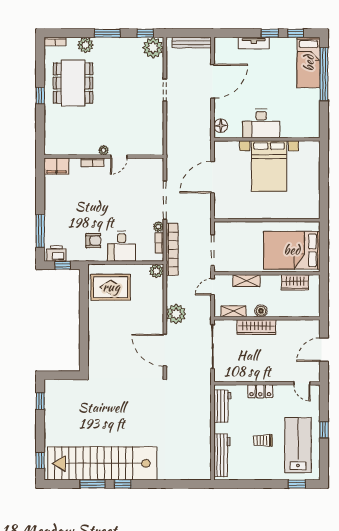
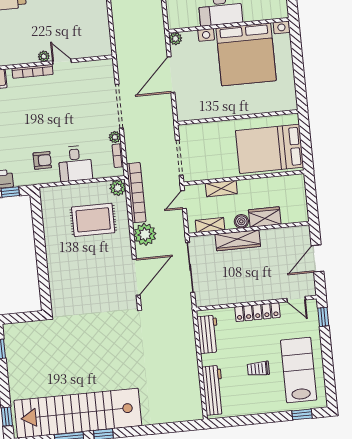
floor lamp: (221, 126) -> (174, 15), removed
plant: (220, 146) -> (175, 39), added
door: (119, 157) -> (62, 62), swing flipped
bookcase: (93, 162) -> (33, 71), width x1.56
bed with nightstands: (269, 166) -> (246, 54), width x1.36
bookcase: (172, 249) -> (136, 193), moved
wardrobe: (295, 282) -> (265, 217), moved, turned 180
rug: (111, 287) -> (93, 220), moved
door: (165, 350) -> (136, 277), swing flipped
locker: (260, 391) -> (257, 312), width x1.53
window: (324, 430) -> (323, 317), moved

